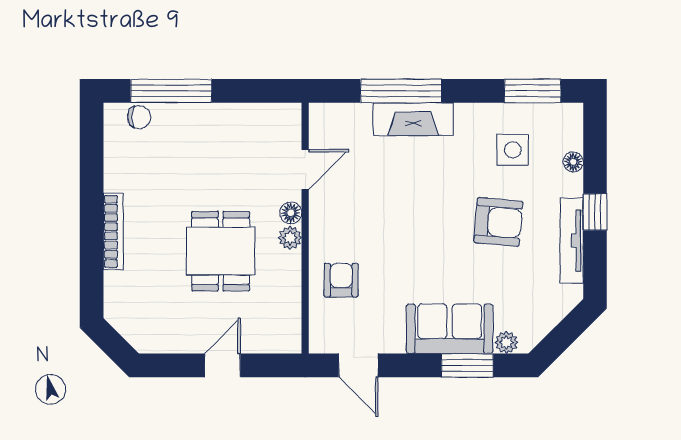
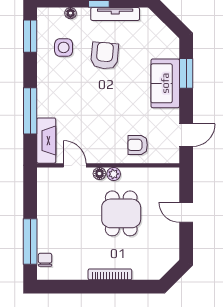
fireplace: (413, 119) -> (46, 141), moved
dining table: (221, 251) -> (121, 213), turned 90
plant: (506, 342) -> (173, 51), removed

